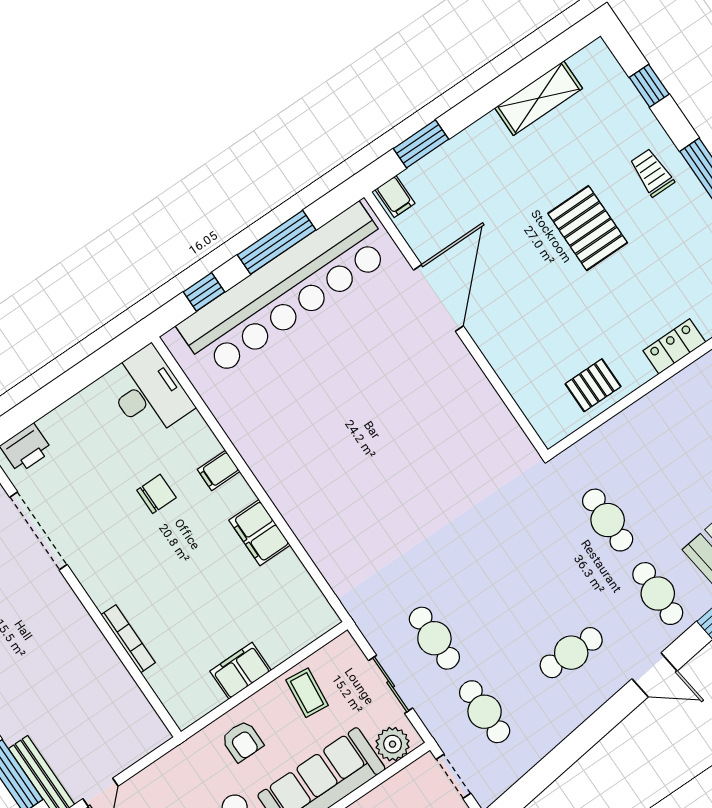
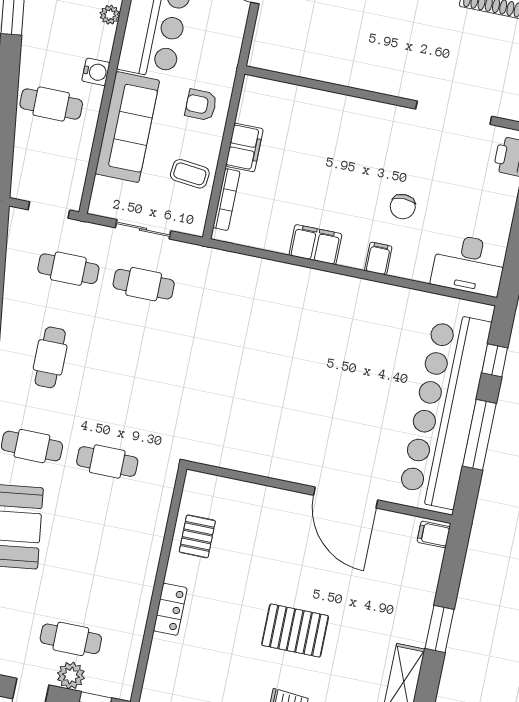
window: (421, 144) -> (439, 629), moved
bookcase: (128, 639) -> (226, 200), moved, turned -90
plant: (393, 744) -> (106, 193), removed

